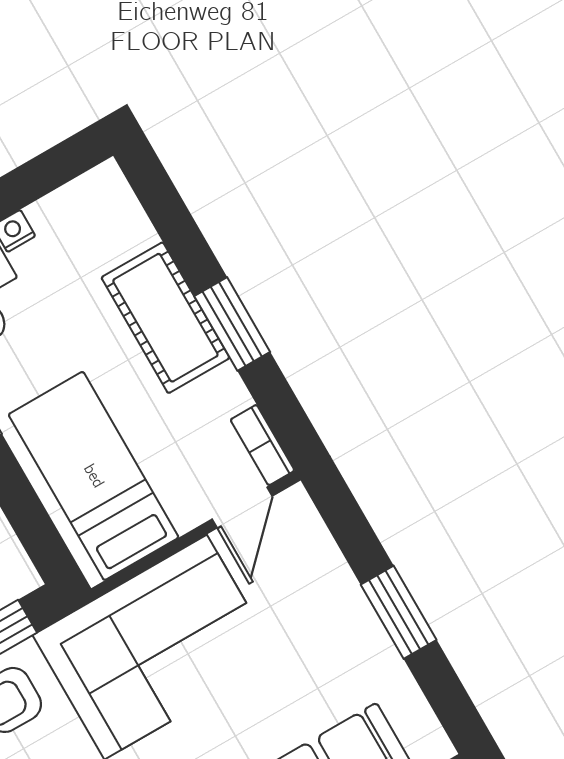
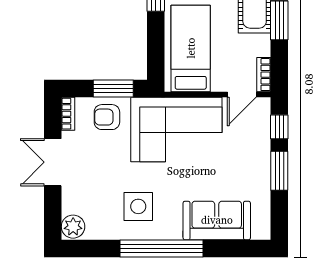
window: (350, 528) -> (279, 127), added

